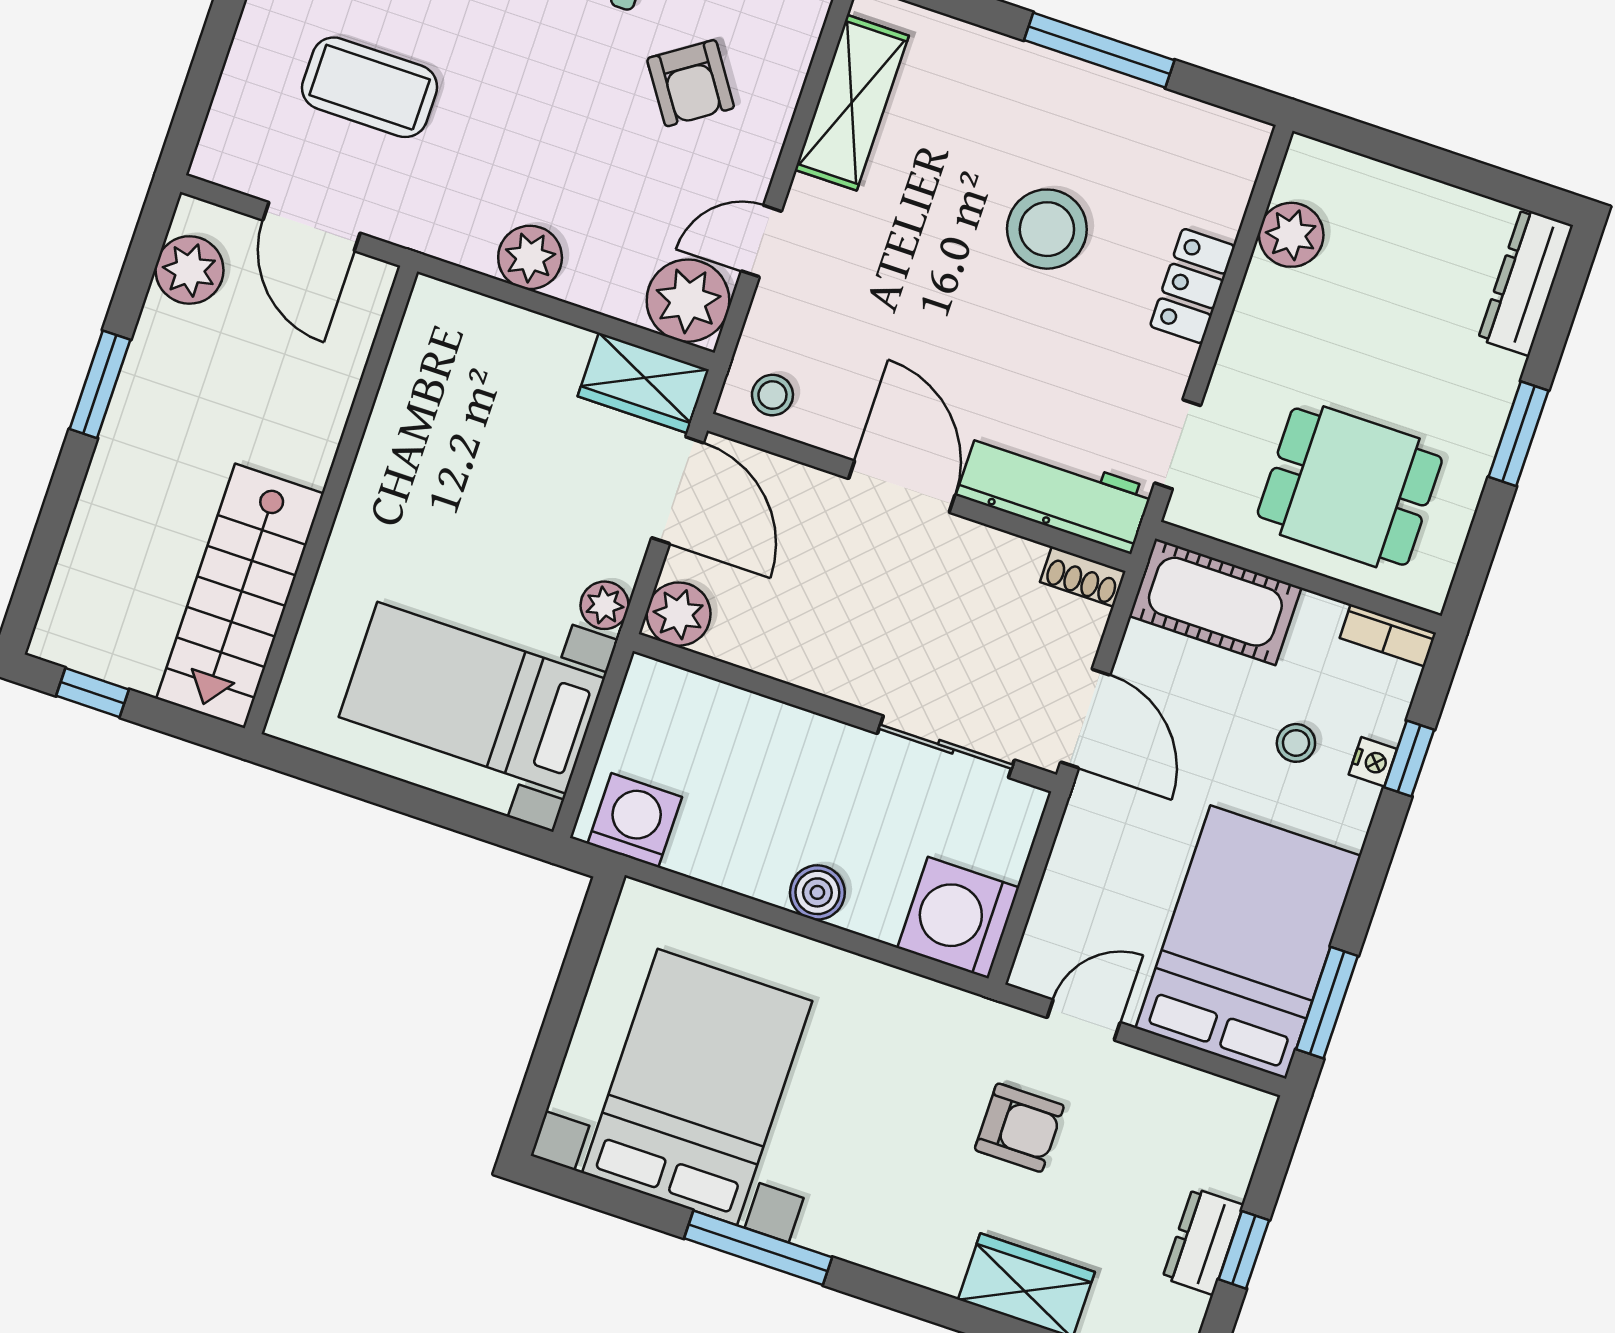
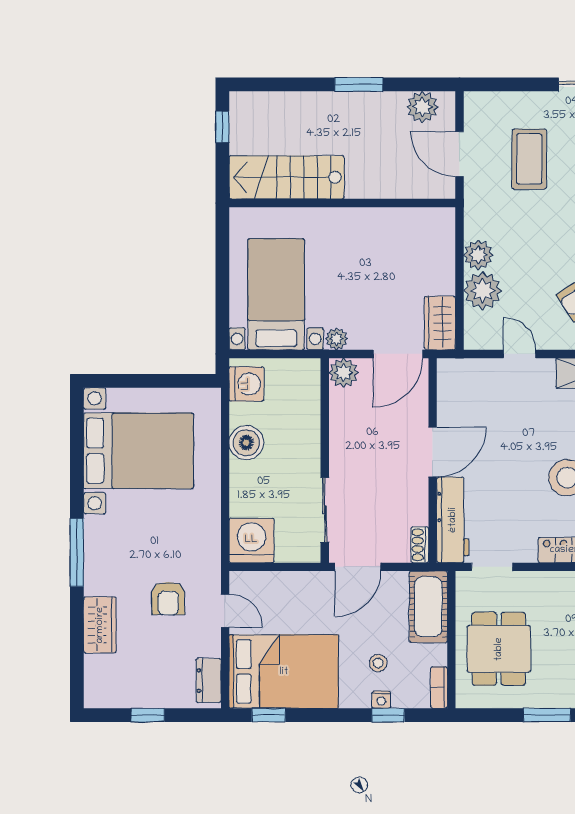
door: (311, 227) -> (460, 154), hinge flipped
plant: (688, 301) -> (483, 291), moved
stool: (772, 395) -> (454, 382), removed
boiler: (817, 892) -> (246, 443), moved, width x1.36, depth x1.36
window: (1327, 1003) -> (269, 715), width x0.67
dresser: (1203, 1241) -> (209, 680), moved, turned -90
window: (758, 1248) -> (77, 552), moved

